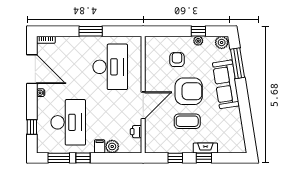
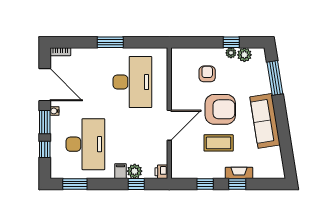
plant: (222, 42) -> (244, 55), moved
sofa: (226, 84) -> (265, 121), moved
window: (32, 103) -> (45, 122), added
printer: (136, 132) -> (161, 172), moved
window: (83, 158) -> (136, 184), moved

